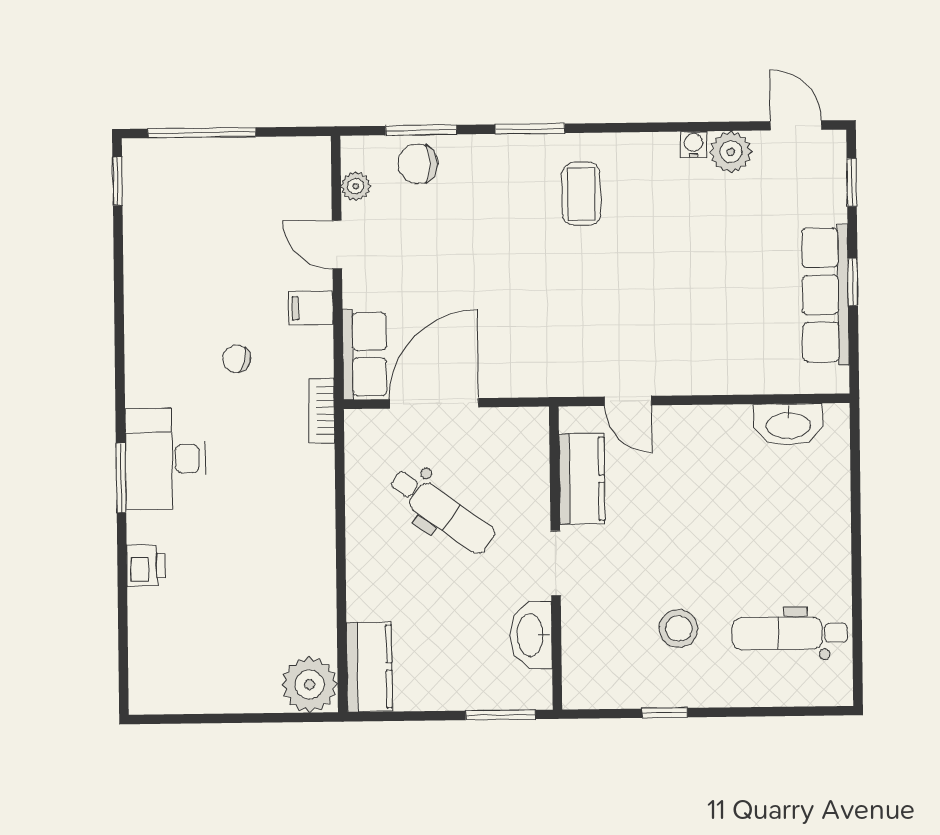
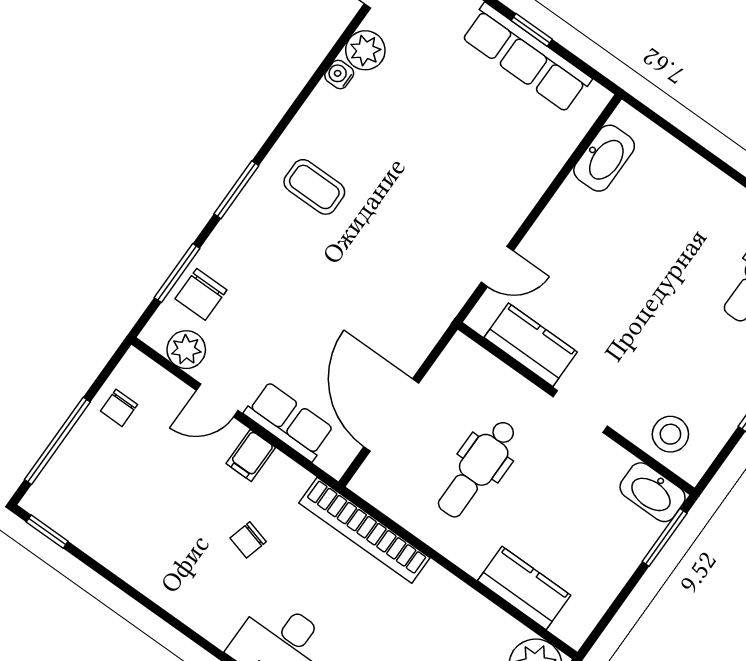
chair: (269, 165) -> (119, 408), added
plant: (356, 186) -> (186, 350), width x1.38, depth x1.38
row of seats: (365, 354) -> (289, 421), moved
bookcase: (321, 411) -> (364, 530), width x2.31, depth x1.31
dental chair: (442, 511) -> (477, 469), turned 144
stool: (679, 629) -> (670, 434), moved
washbasin: (531, 635) -> (653, 492), moved
kitchen counter: (369, 667) -> (524, 588), moved

